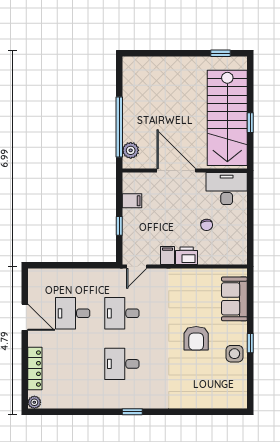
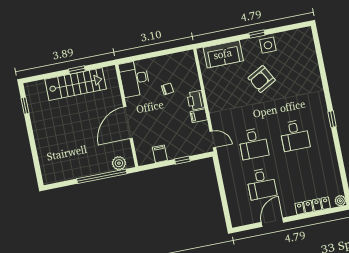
stairs: (227, 118) -> (76, 84), width x0.73, depth x0.66
armchair: (196, 338) -> (262, 79), turned 151

